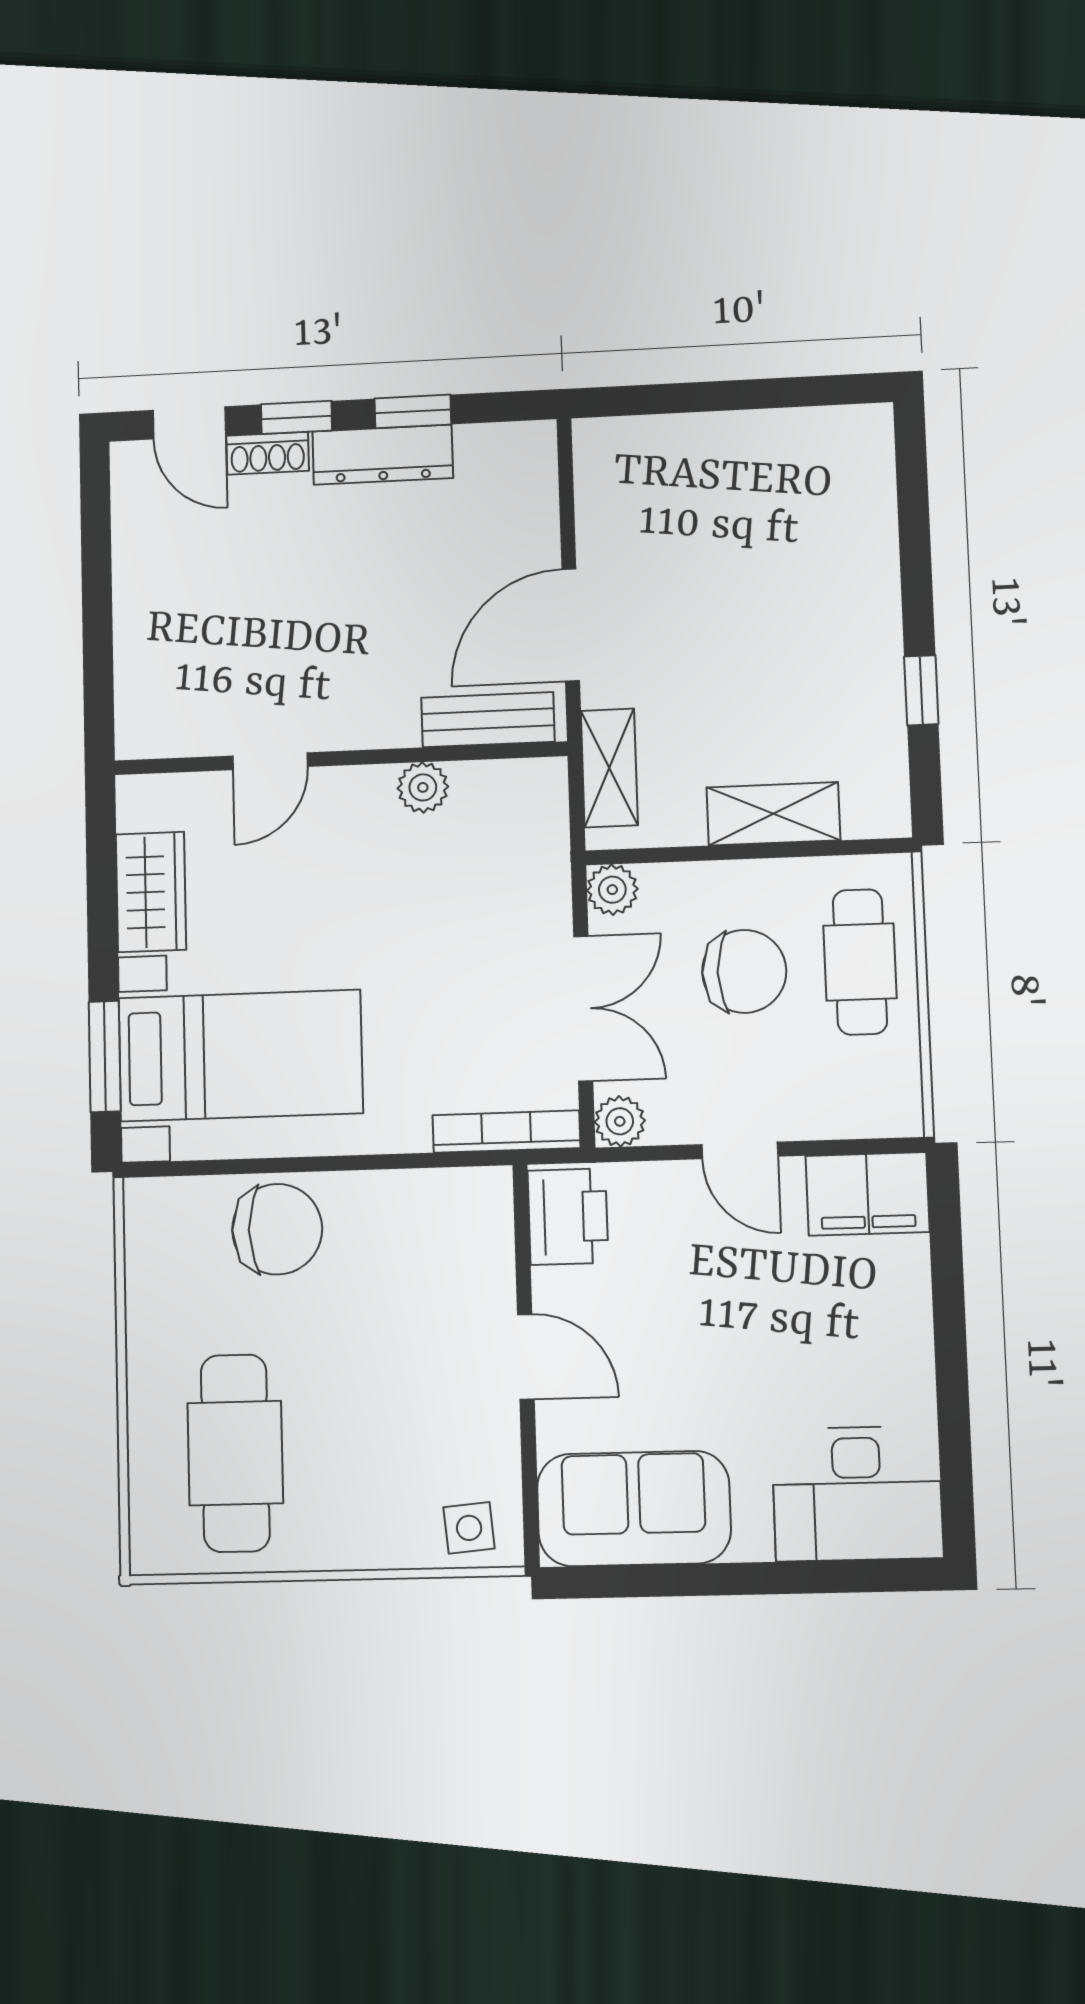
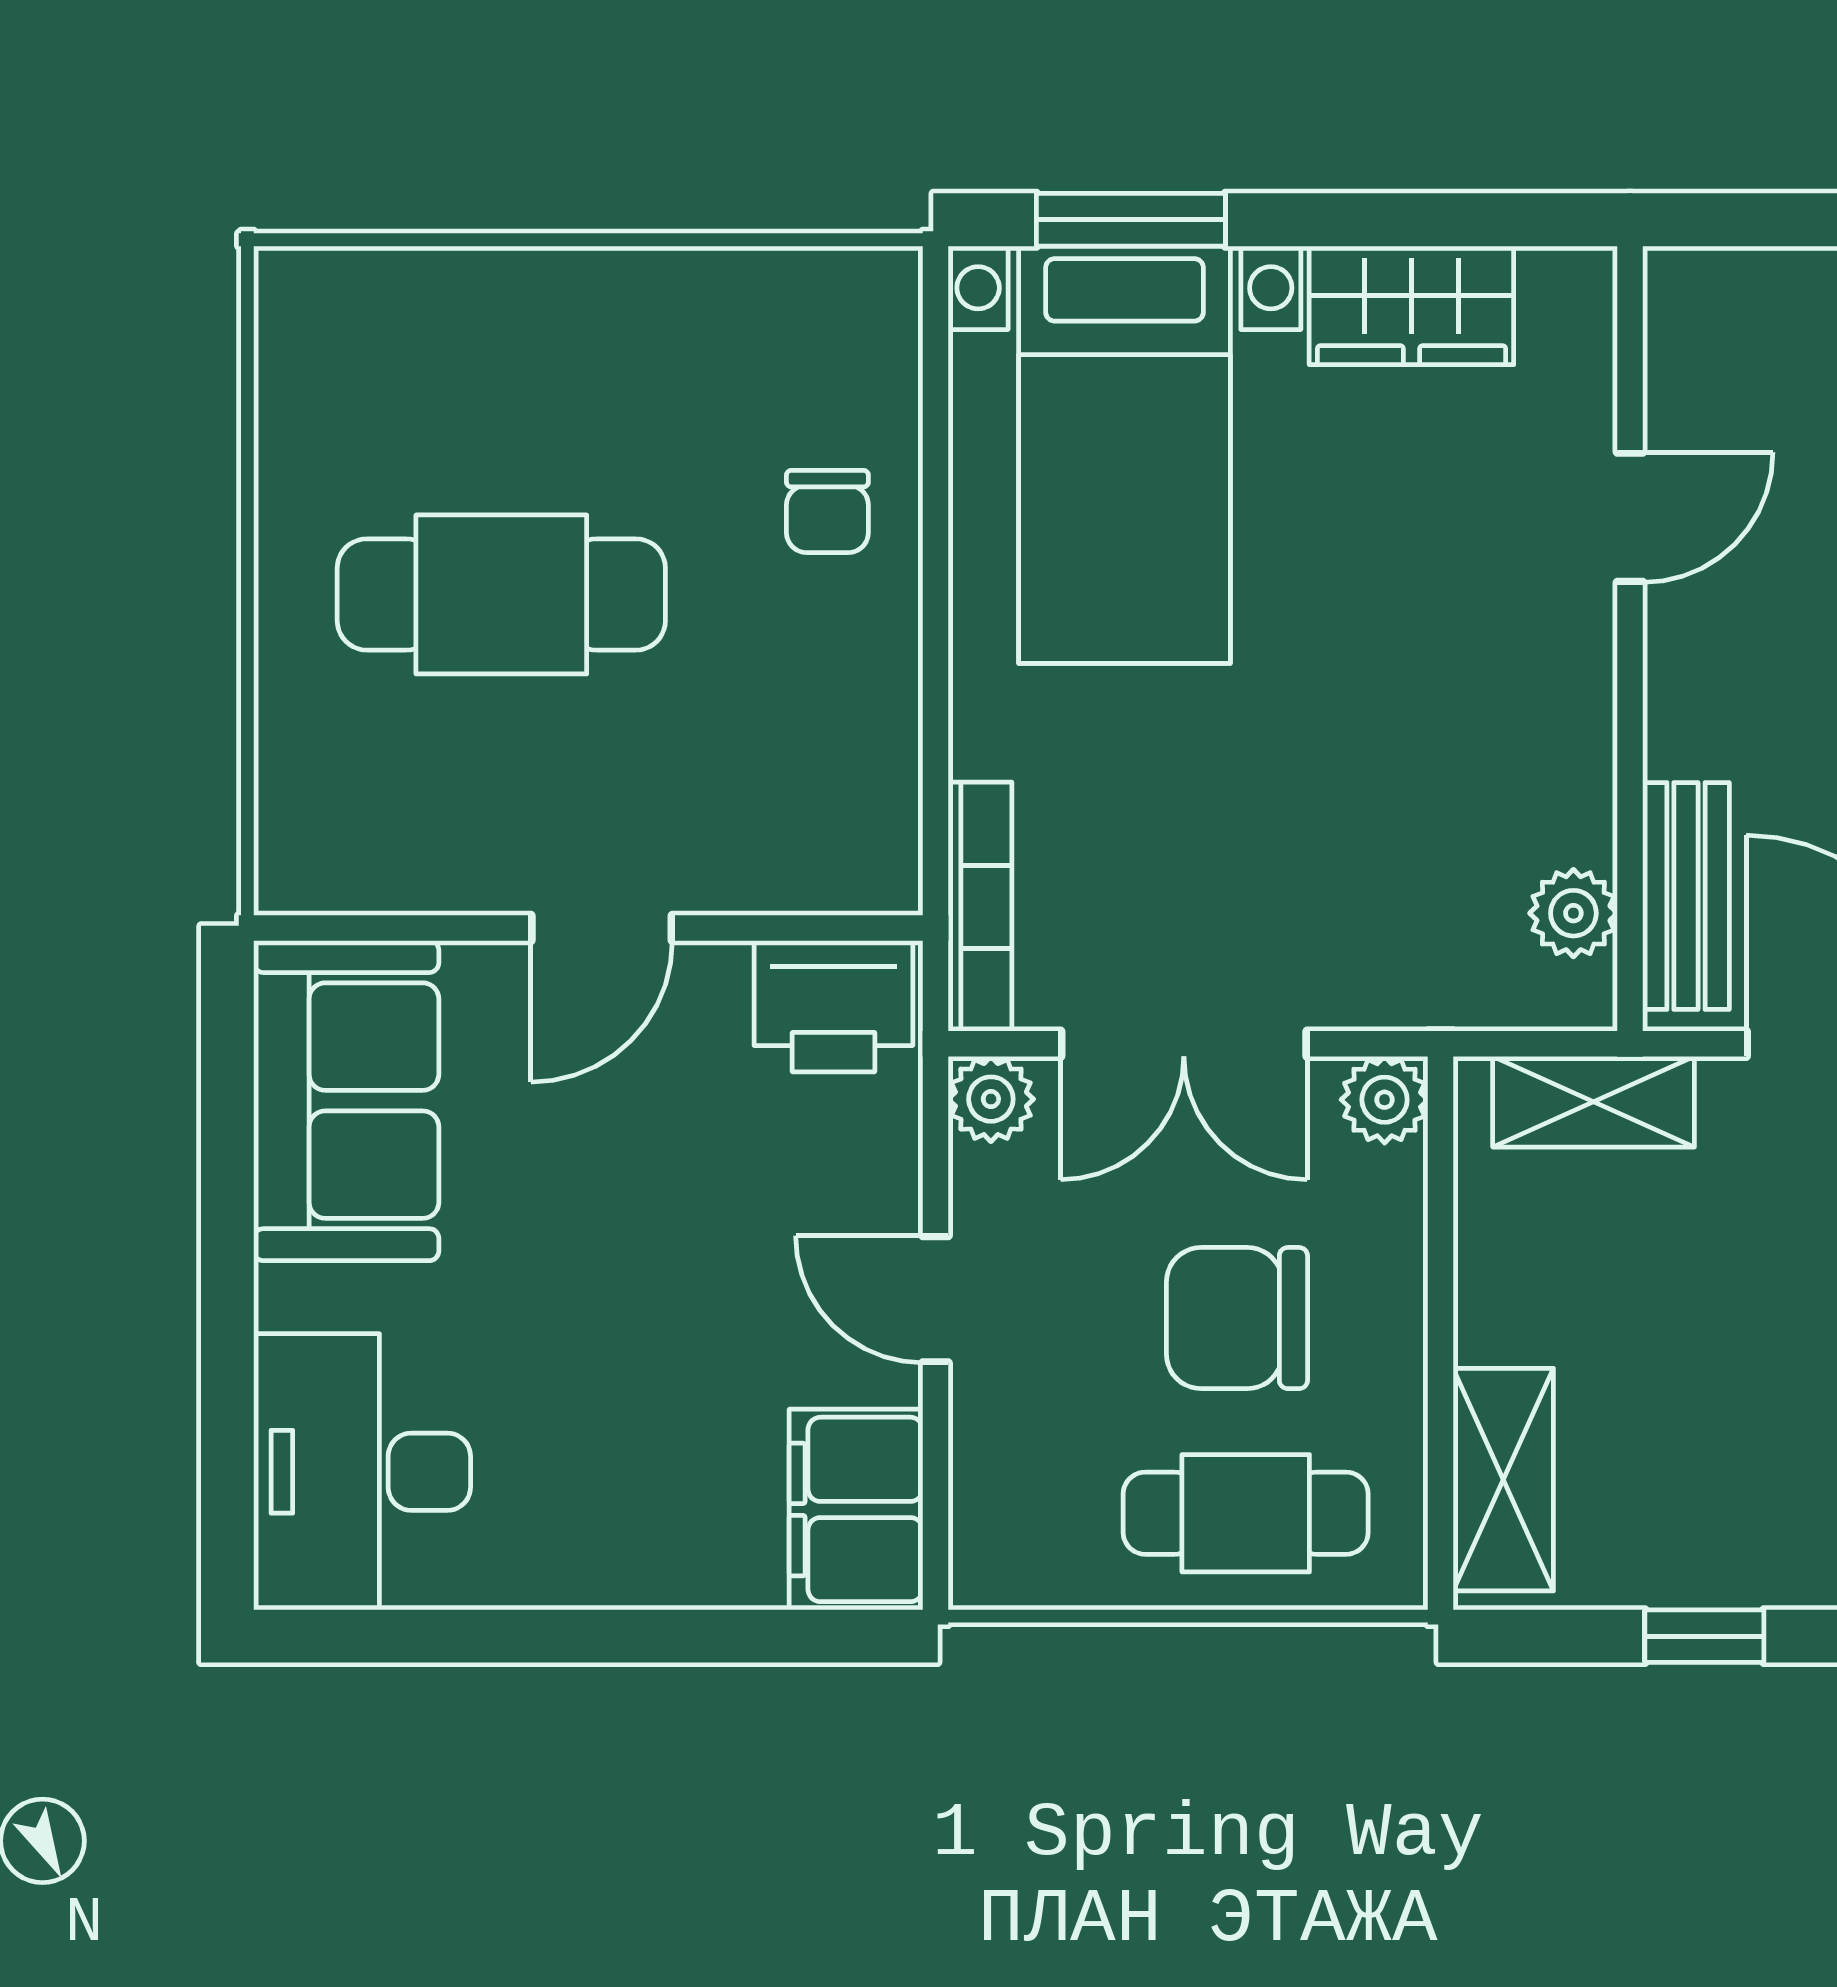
door: (270, 761) -> (1630, 517), swing flipped
plant: (423, 787) -> (1573, 913), moved
shelving: (773, 814) -> (1503, 1480), moved
chair: (744, 971) -> (1237, 1318), turned 90
door: (740, 1150) -> (936, 1299), hinge flipped
chair: (277, 1229) -> (827, 511), width x0.54, depth x0.54
cafe table: (235, 1453) -> (501, 594), moved
side table: (469, 1528) -> (321, 824), removed

